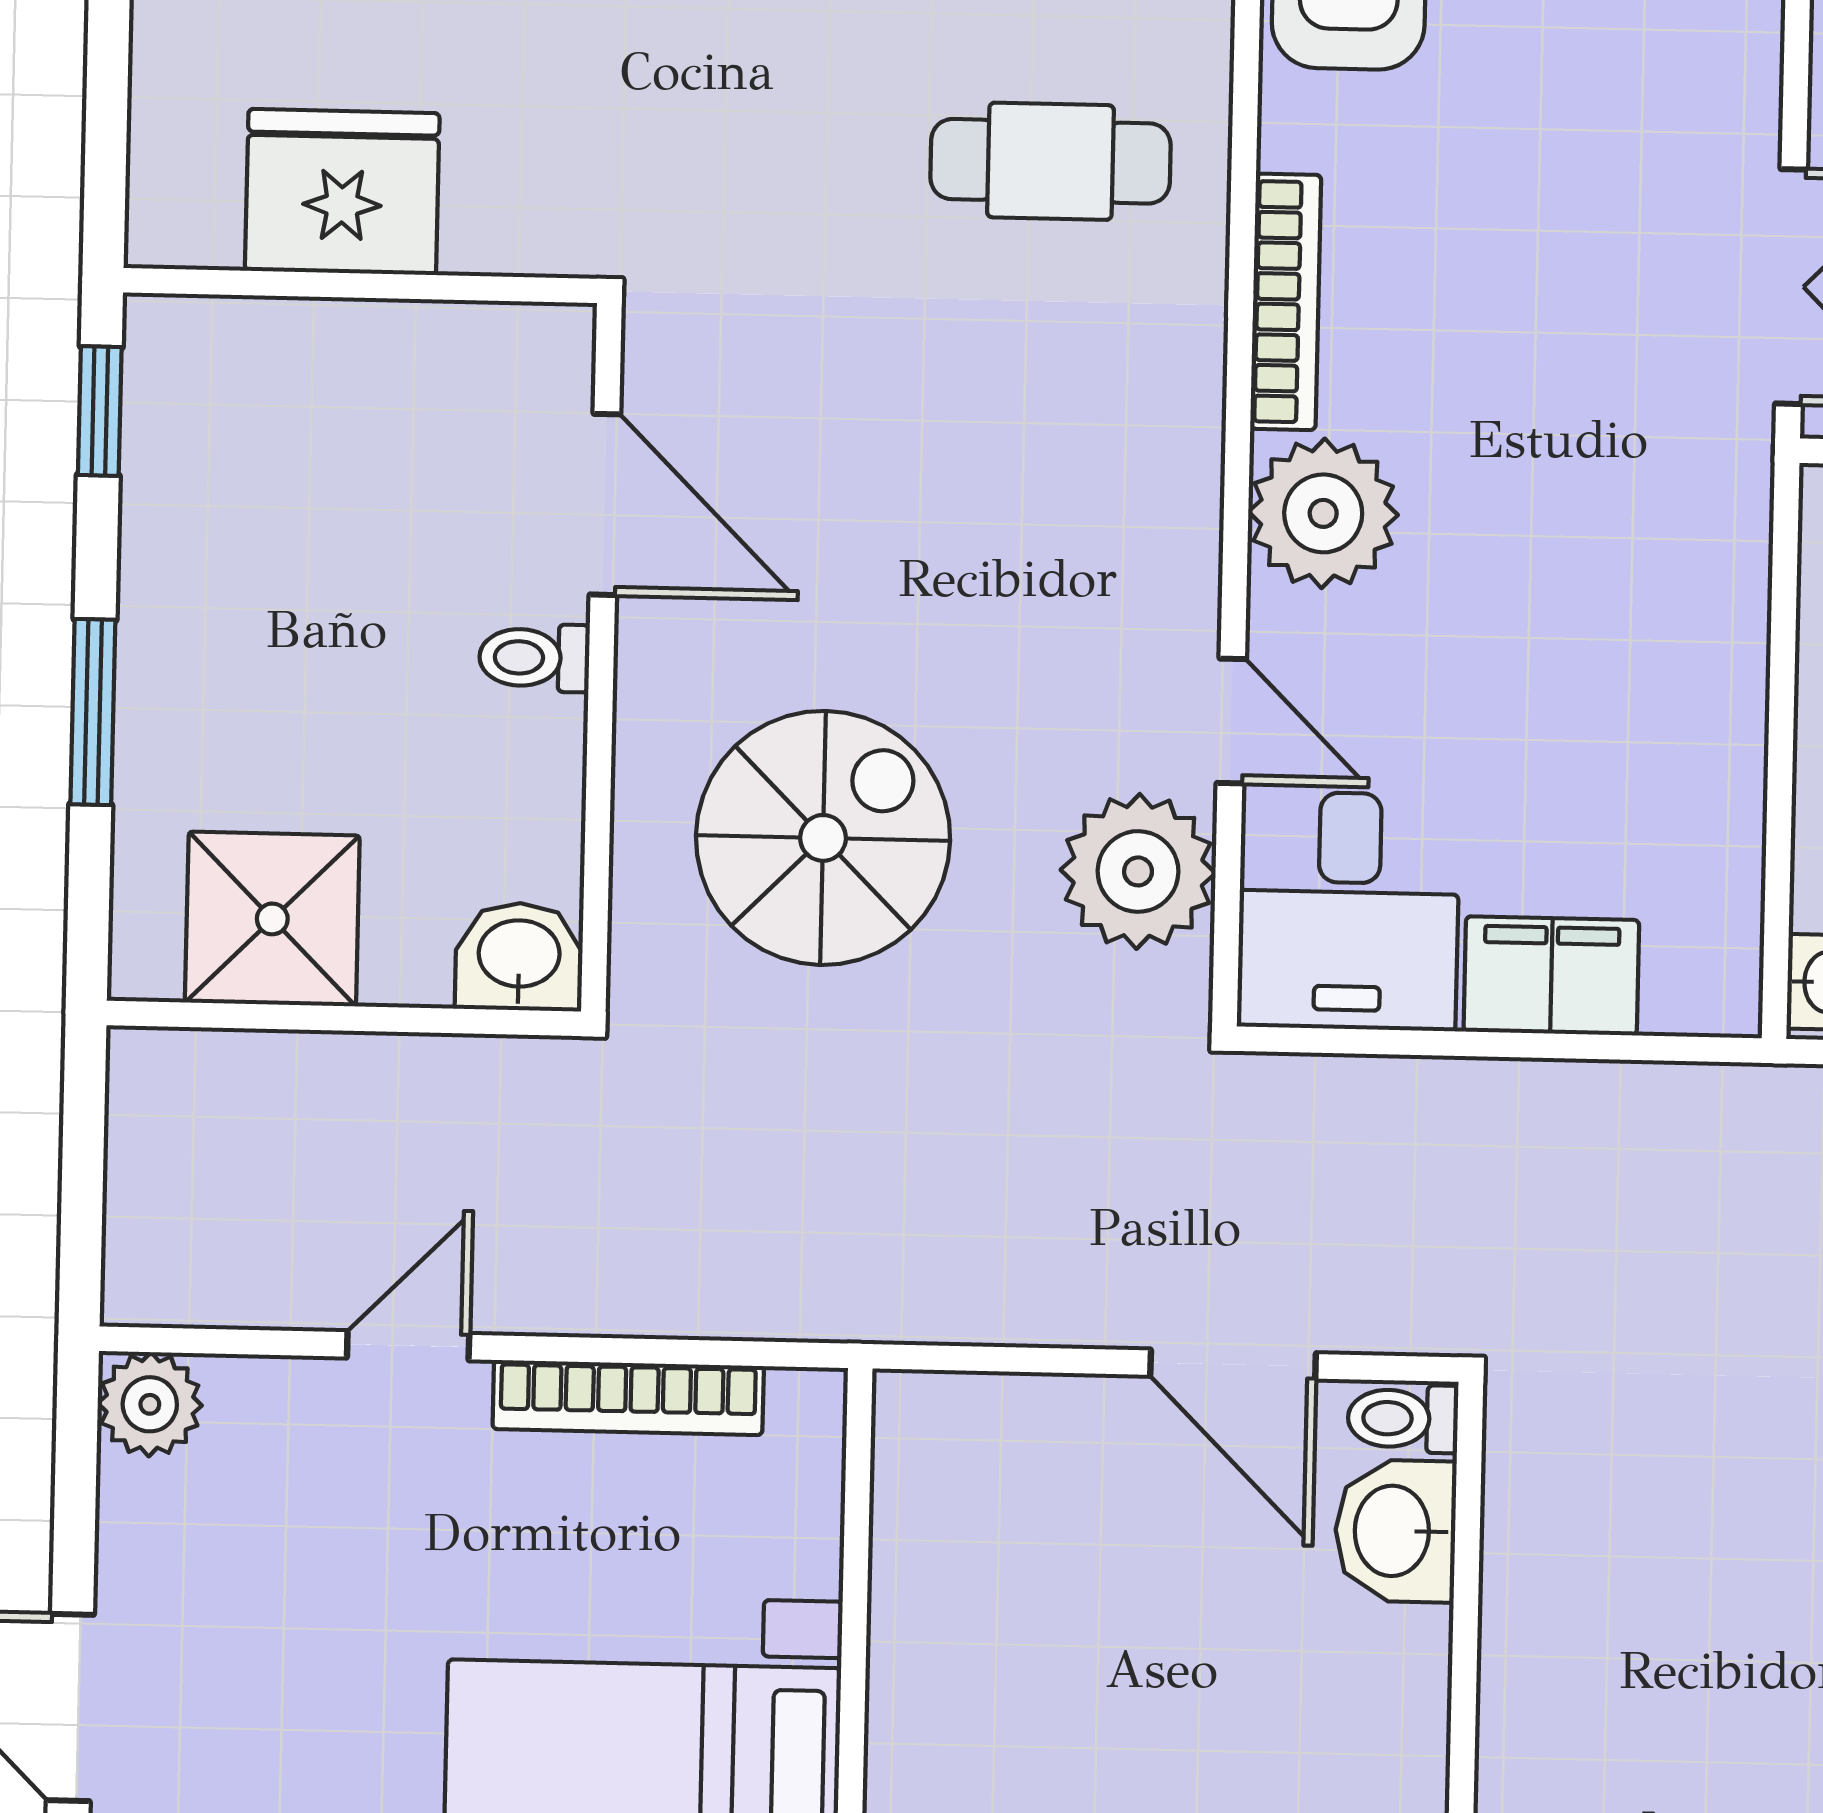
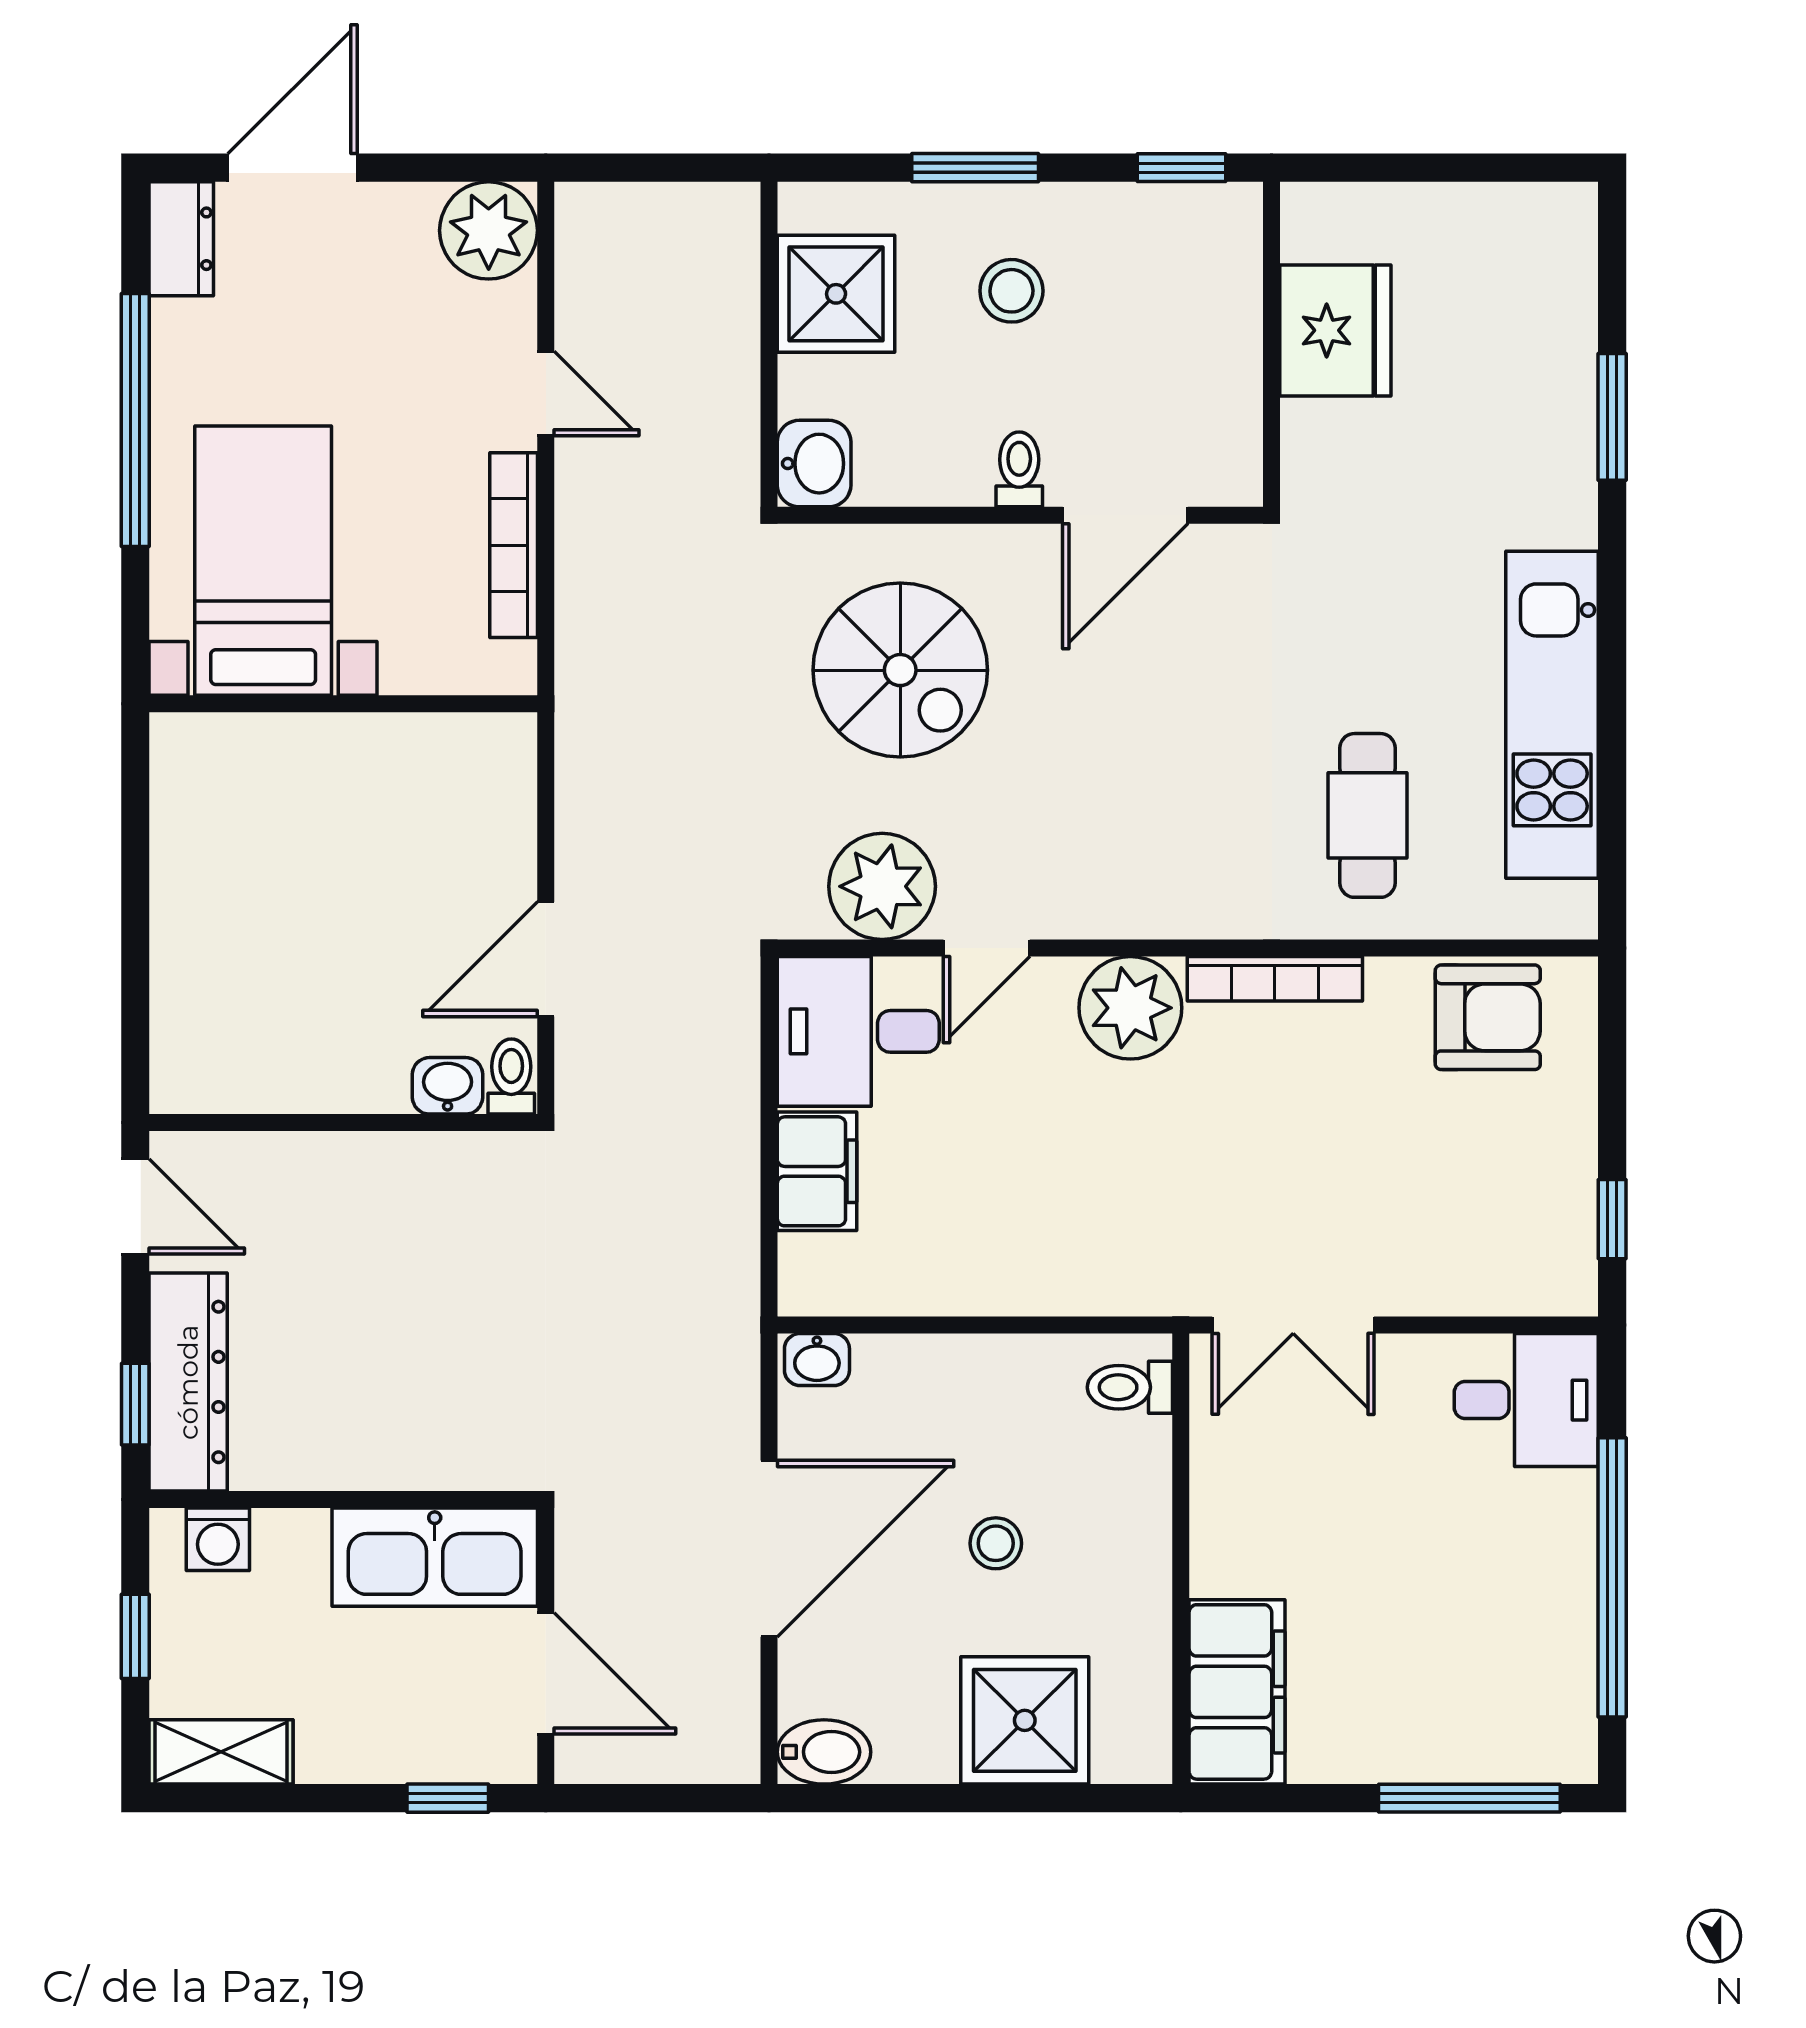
stool: (274, 663) -> (1011, 291), added
plant: (150, 1404) -> (489, 230), width x1.36, depth x1.36
washbasin: (1395, 1531) -> (448, 1086), width x0.72, depth x0.69

